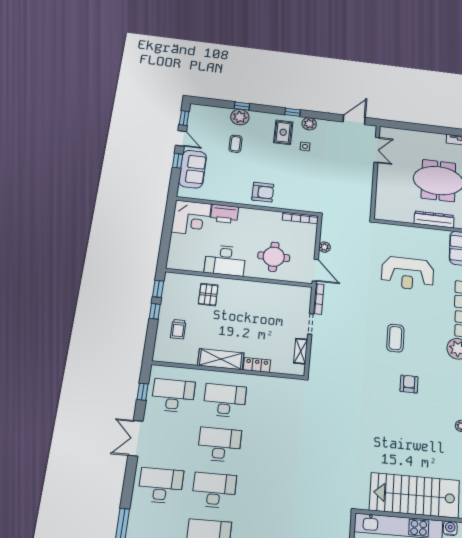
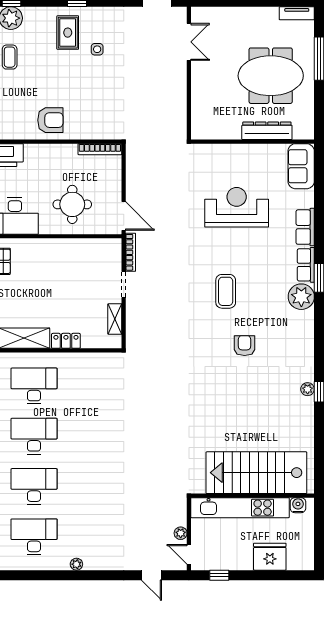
plant: (309, 124) -> (100, 16), removed
plant: (325, 247) -> (133, 185), removed
reception desk: (408, 273) -> (237, 207), turned 180

